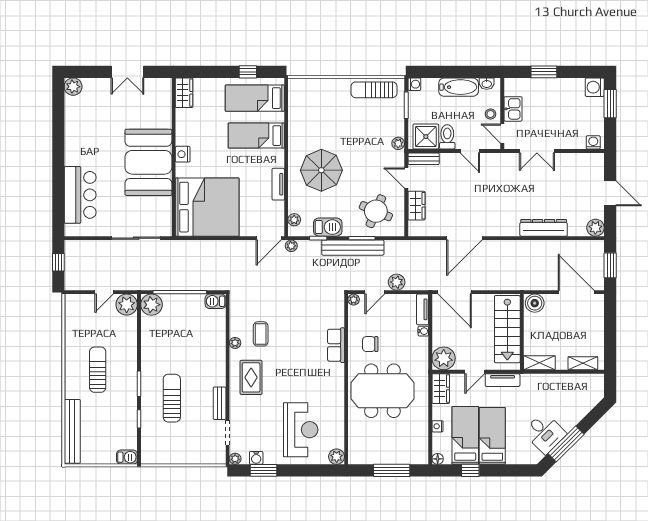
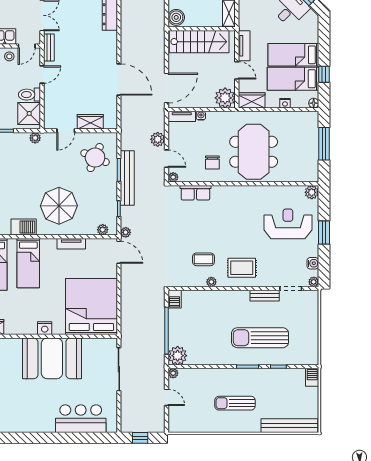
bench: (424, 159) -> (49, 48), moved
barbecue: (328, 227) -> (24, 227), moved, turned 90
plant: (127, 305) -> (173, 373), width x0.53, depth x0.53
row of seats: (336, 345) -> (195, 193), moved
sun lounger: (172, 398) -> (260, 338), width x1.36, depth x1.34
window: (263, 470) -> (324, 233), moved

